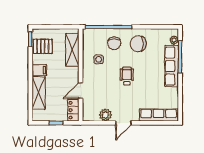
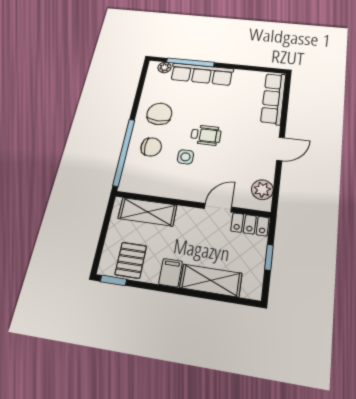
chair: (138, 44) -> (159, 114), turned 180
side table: (99, 59) -> (185, 157), moved
wheelchair: (127, 76) -> (206, 135), turned 180
door: (81, 91) -> (218, 208), swing flipped
plant: (105, 115) -> (262, 190), moved
door: (123, 123) -> (281, 149), hinge flipped

